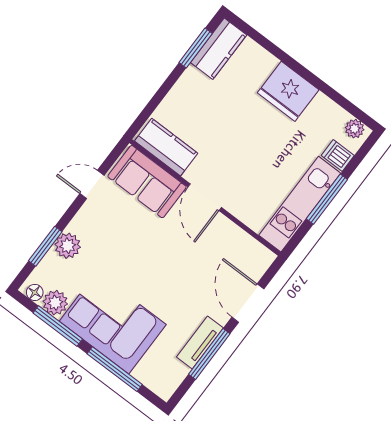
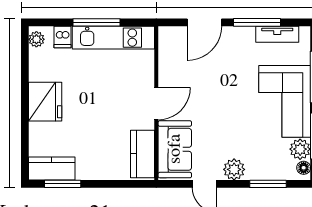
plant: (68, 246) -> (234, 169), moved
tv unit: (200, 342) -> (277, 34), moved

